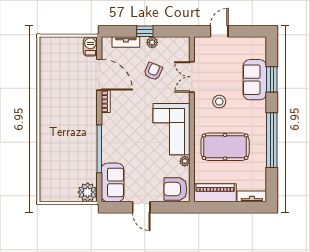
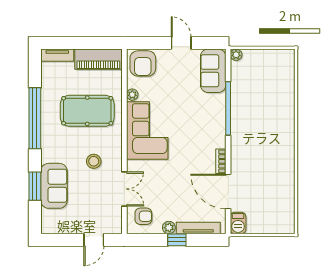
tv unit: (126, 42) -> (198, 228), width x1.41
armchair: (153, 71) -> (143, 216), moved, turned -113
armchair: (175, 189) -> (143, 63), turned 90
plant: (88, 192) -> (236, 55), width x0.53, depth x0.53

